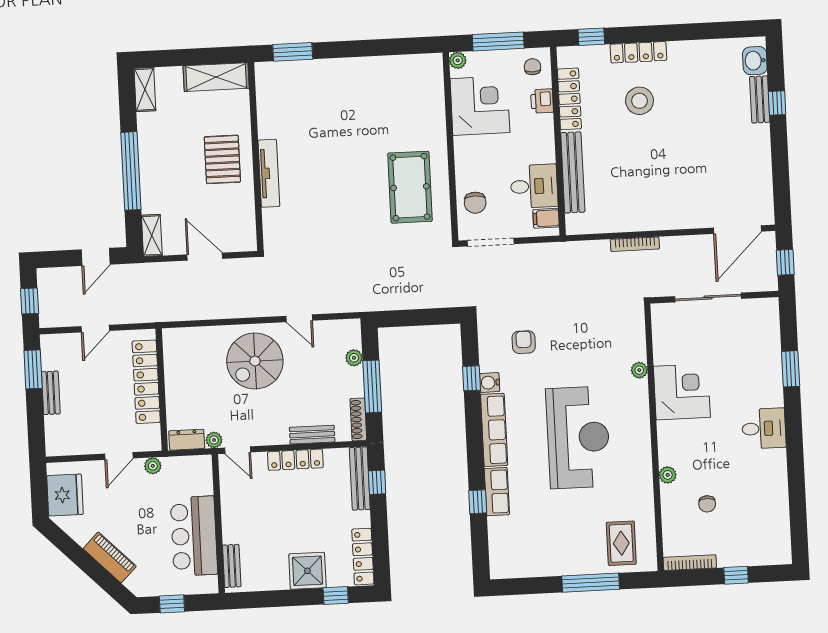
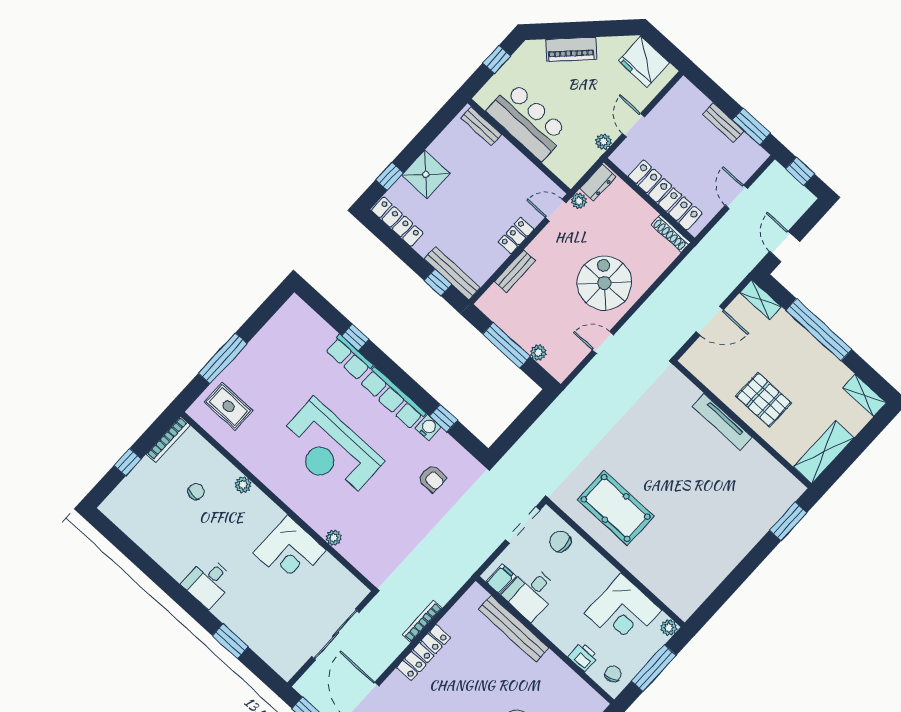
chair: (532, 67) -> (613, 674), turned -108
locker: (569, 99) -> (424, 653), moved, turned -90
shoe rack: (358, 419) -> (671, 233), moved, turned 180
locker: (295, 460) -> (516, 236), width x0.66
chair: (707, 504) -> (196, 492), turned 96

